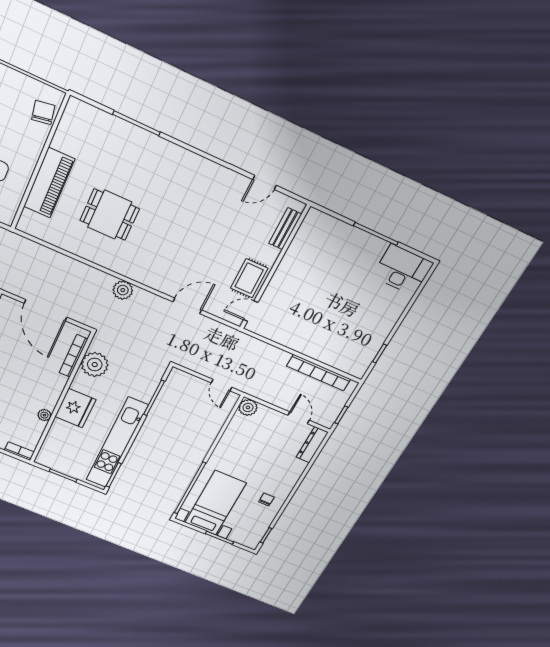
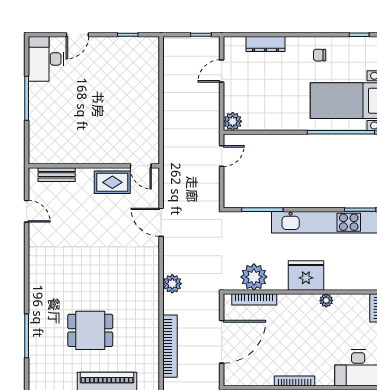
dining table: (110, 215) -> (90, 330), moved, turned 90
door: (407, 309) -> (77, 35), added
bookcase: (319, 373) -> (170, 346), moved
dresser: (312, 445) -> (265, 44), moved

